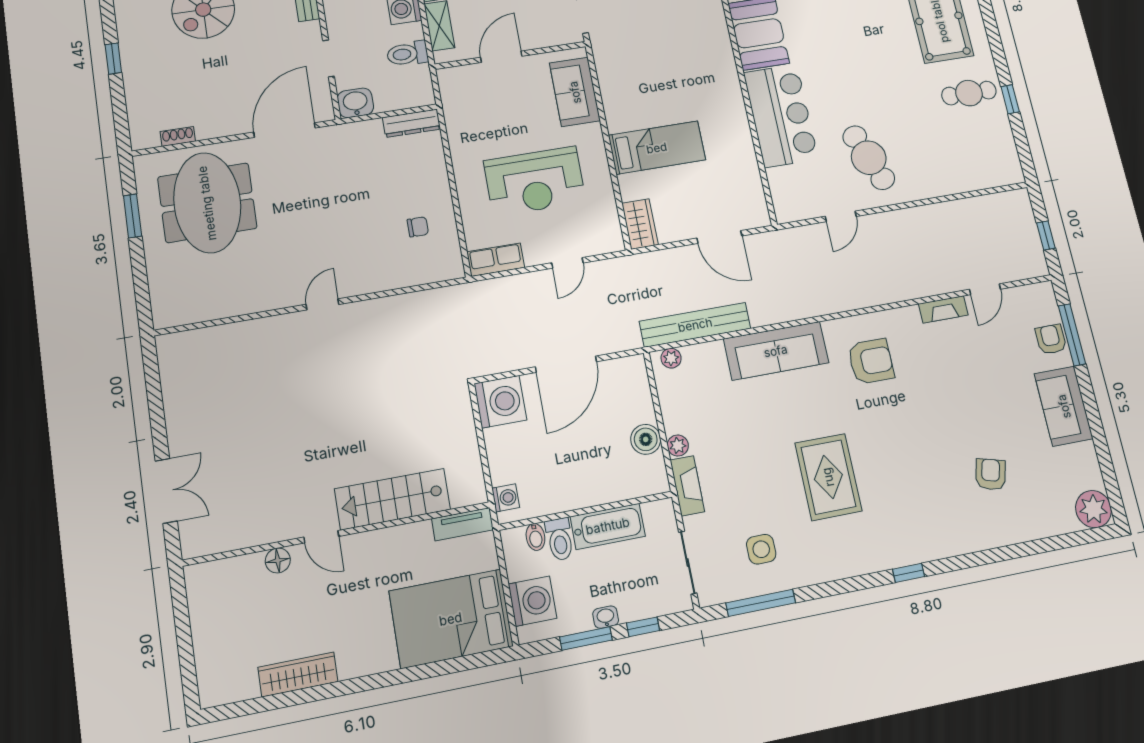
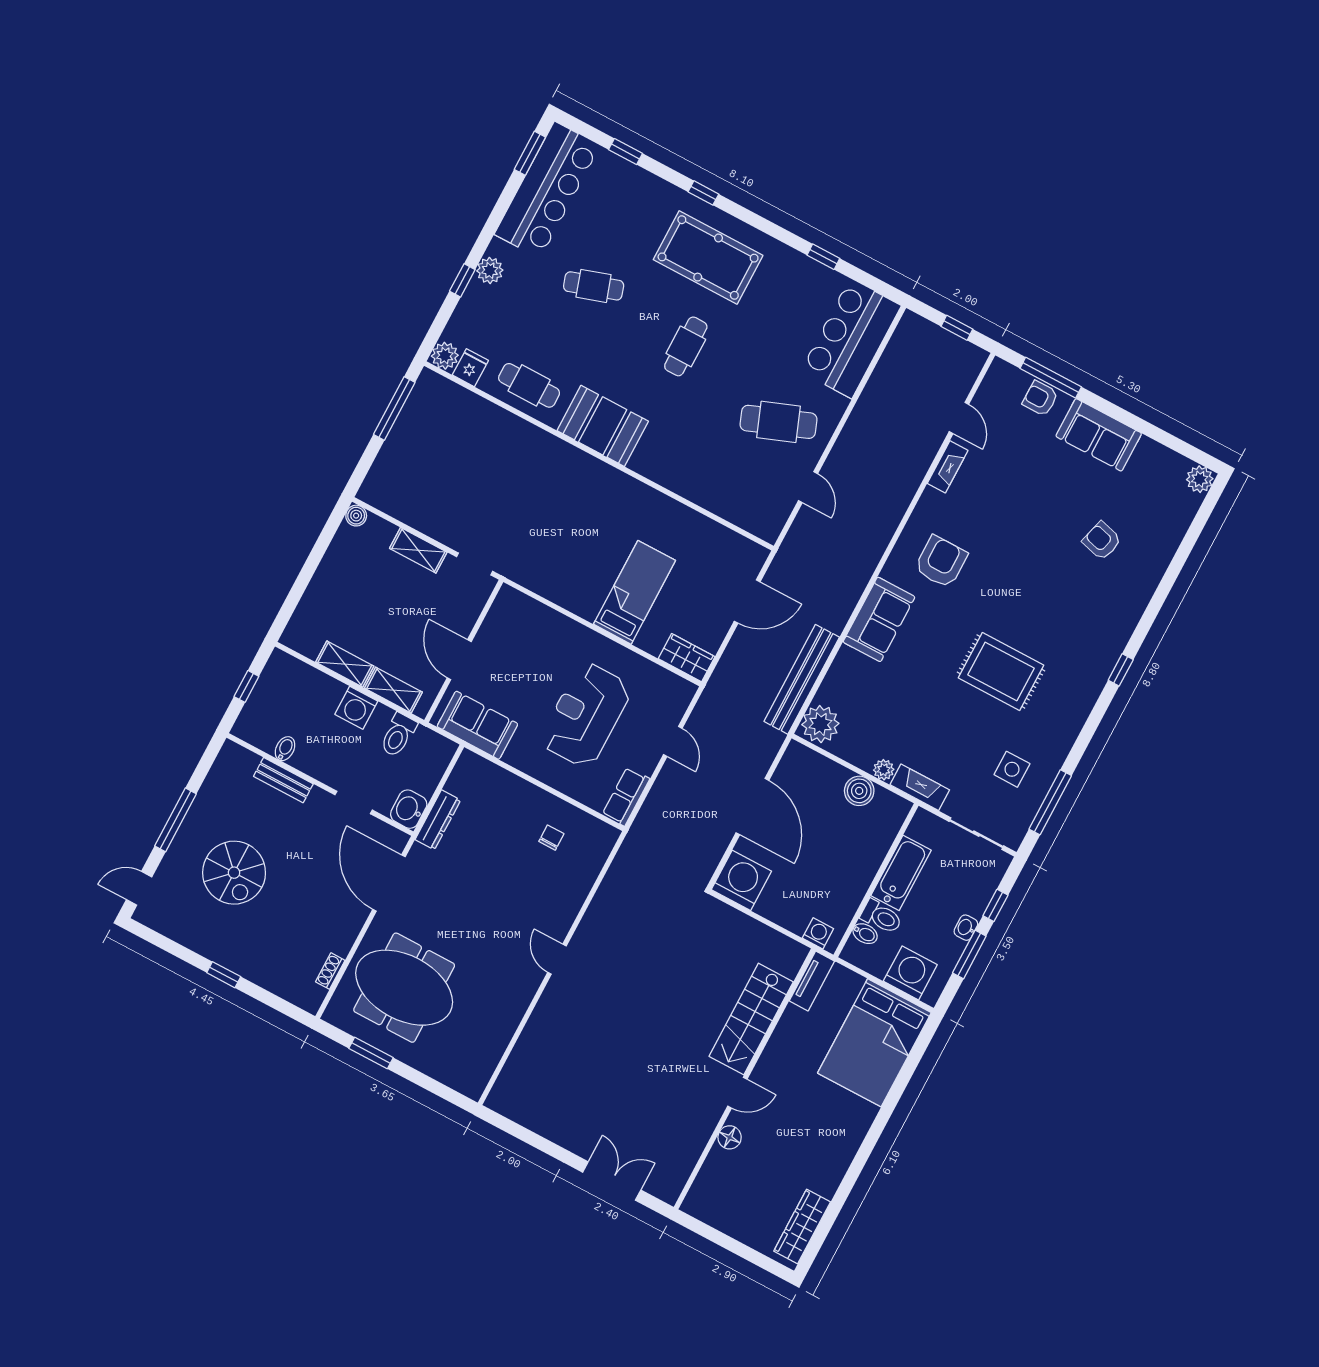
sofa: (575, 92) -> (477, 725), moved, turned 180
cafe table: (969, 93) -> (686, 346), moved
bar counter: (781, 116) -> (851, 338), moved, turned -90
dresser: (411, 123) -> (438, 820), moved
reception desk: (535, 181) -> (586, 715), turned 180
sofa: (776, 351) -> (879, 619), width x0.73
plant: (671, 358) -> (820, 724), width x1.88, depth x1.88
plant: (1093, 509) -> (1200, 479), width x0.73, depth x0.73
wardrobe: (298, 674) -> (802, 1226), moved

